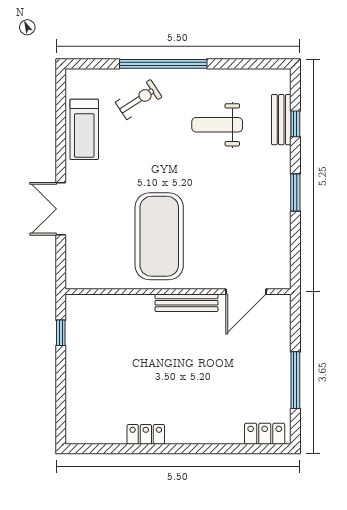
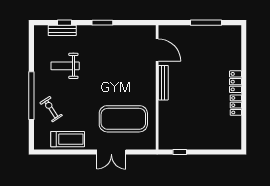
weight bench: (217, 125) -> (65, 66), turned 90
exercise mat: (159, 236) -> (123, 119), moved
locker: (265, 434) -> (235, 82), moved

